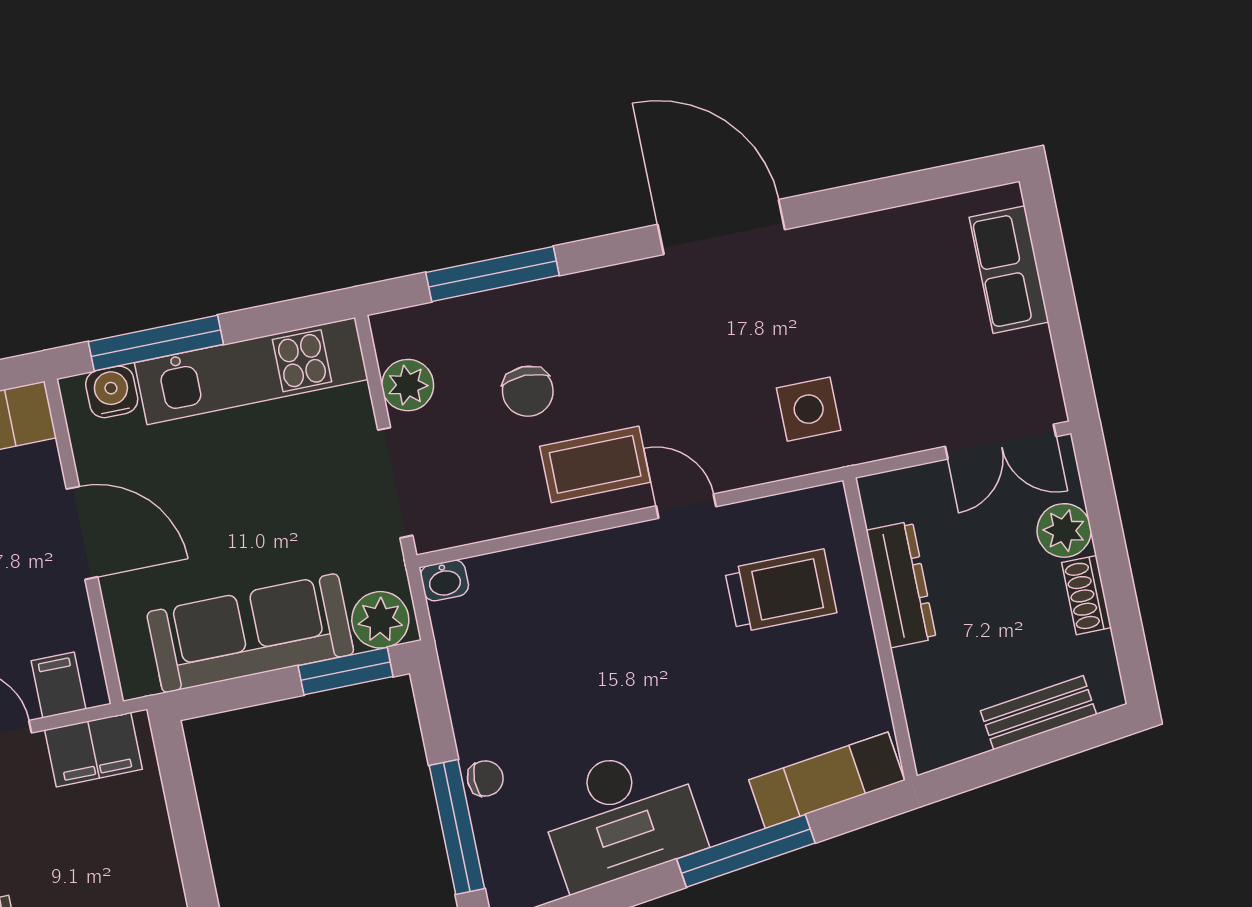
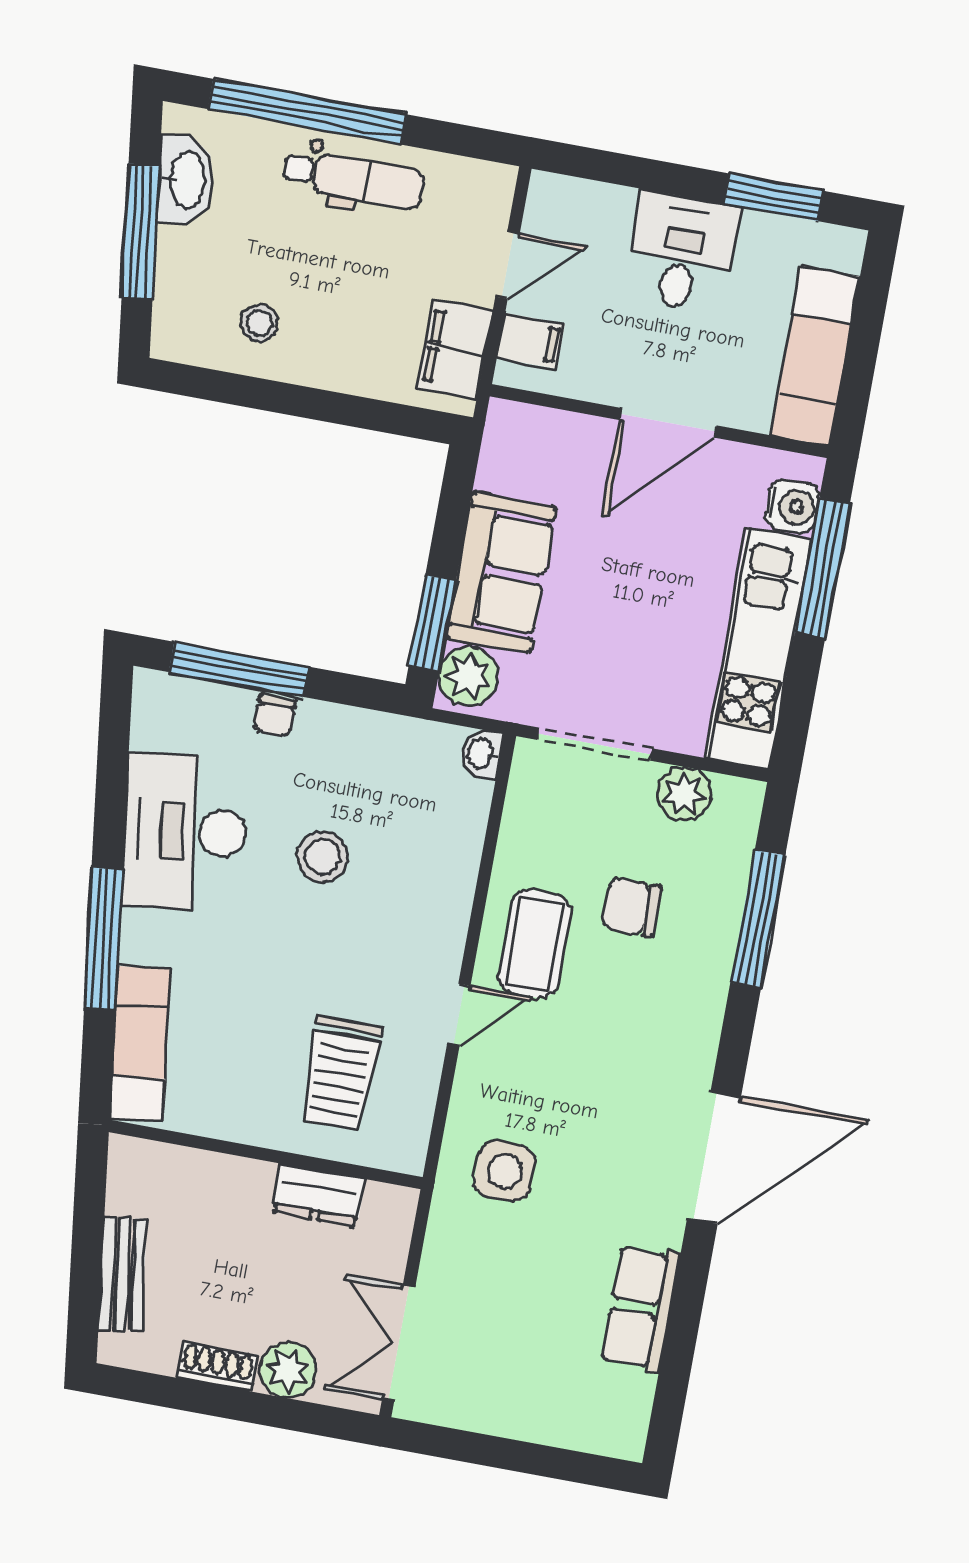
row of seats: (1009, 270) -> (641, 1308), moved, turned -90
dresser: (901, 584) -> (318, 1195), width x0.70
sofa: (250, 633) -> (501, 572), width x0.73
stool: (594, 685) -> (323, 857), added

